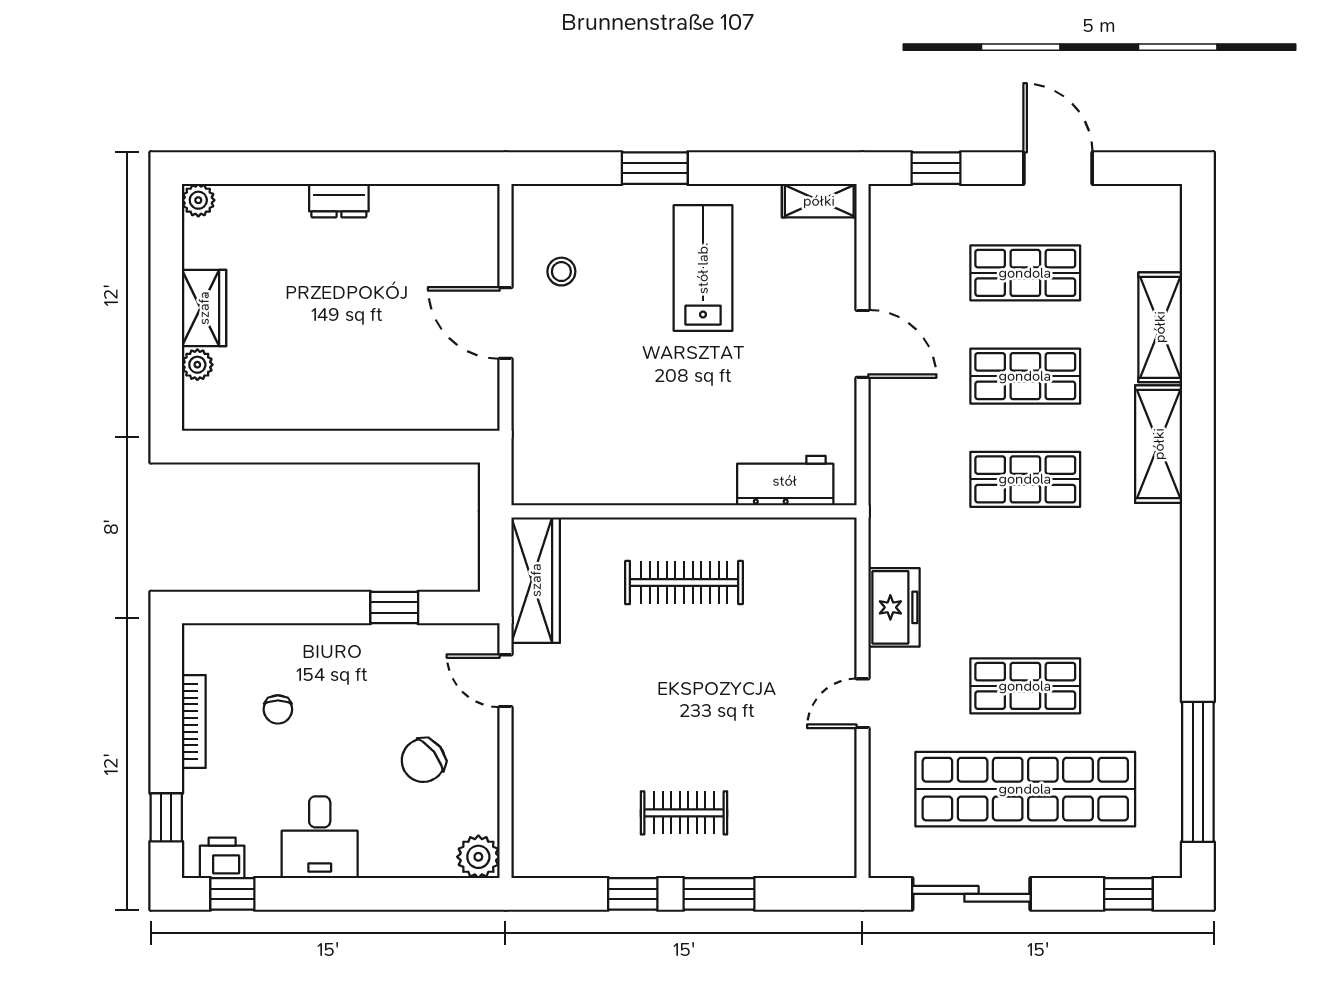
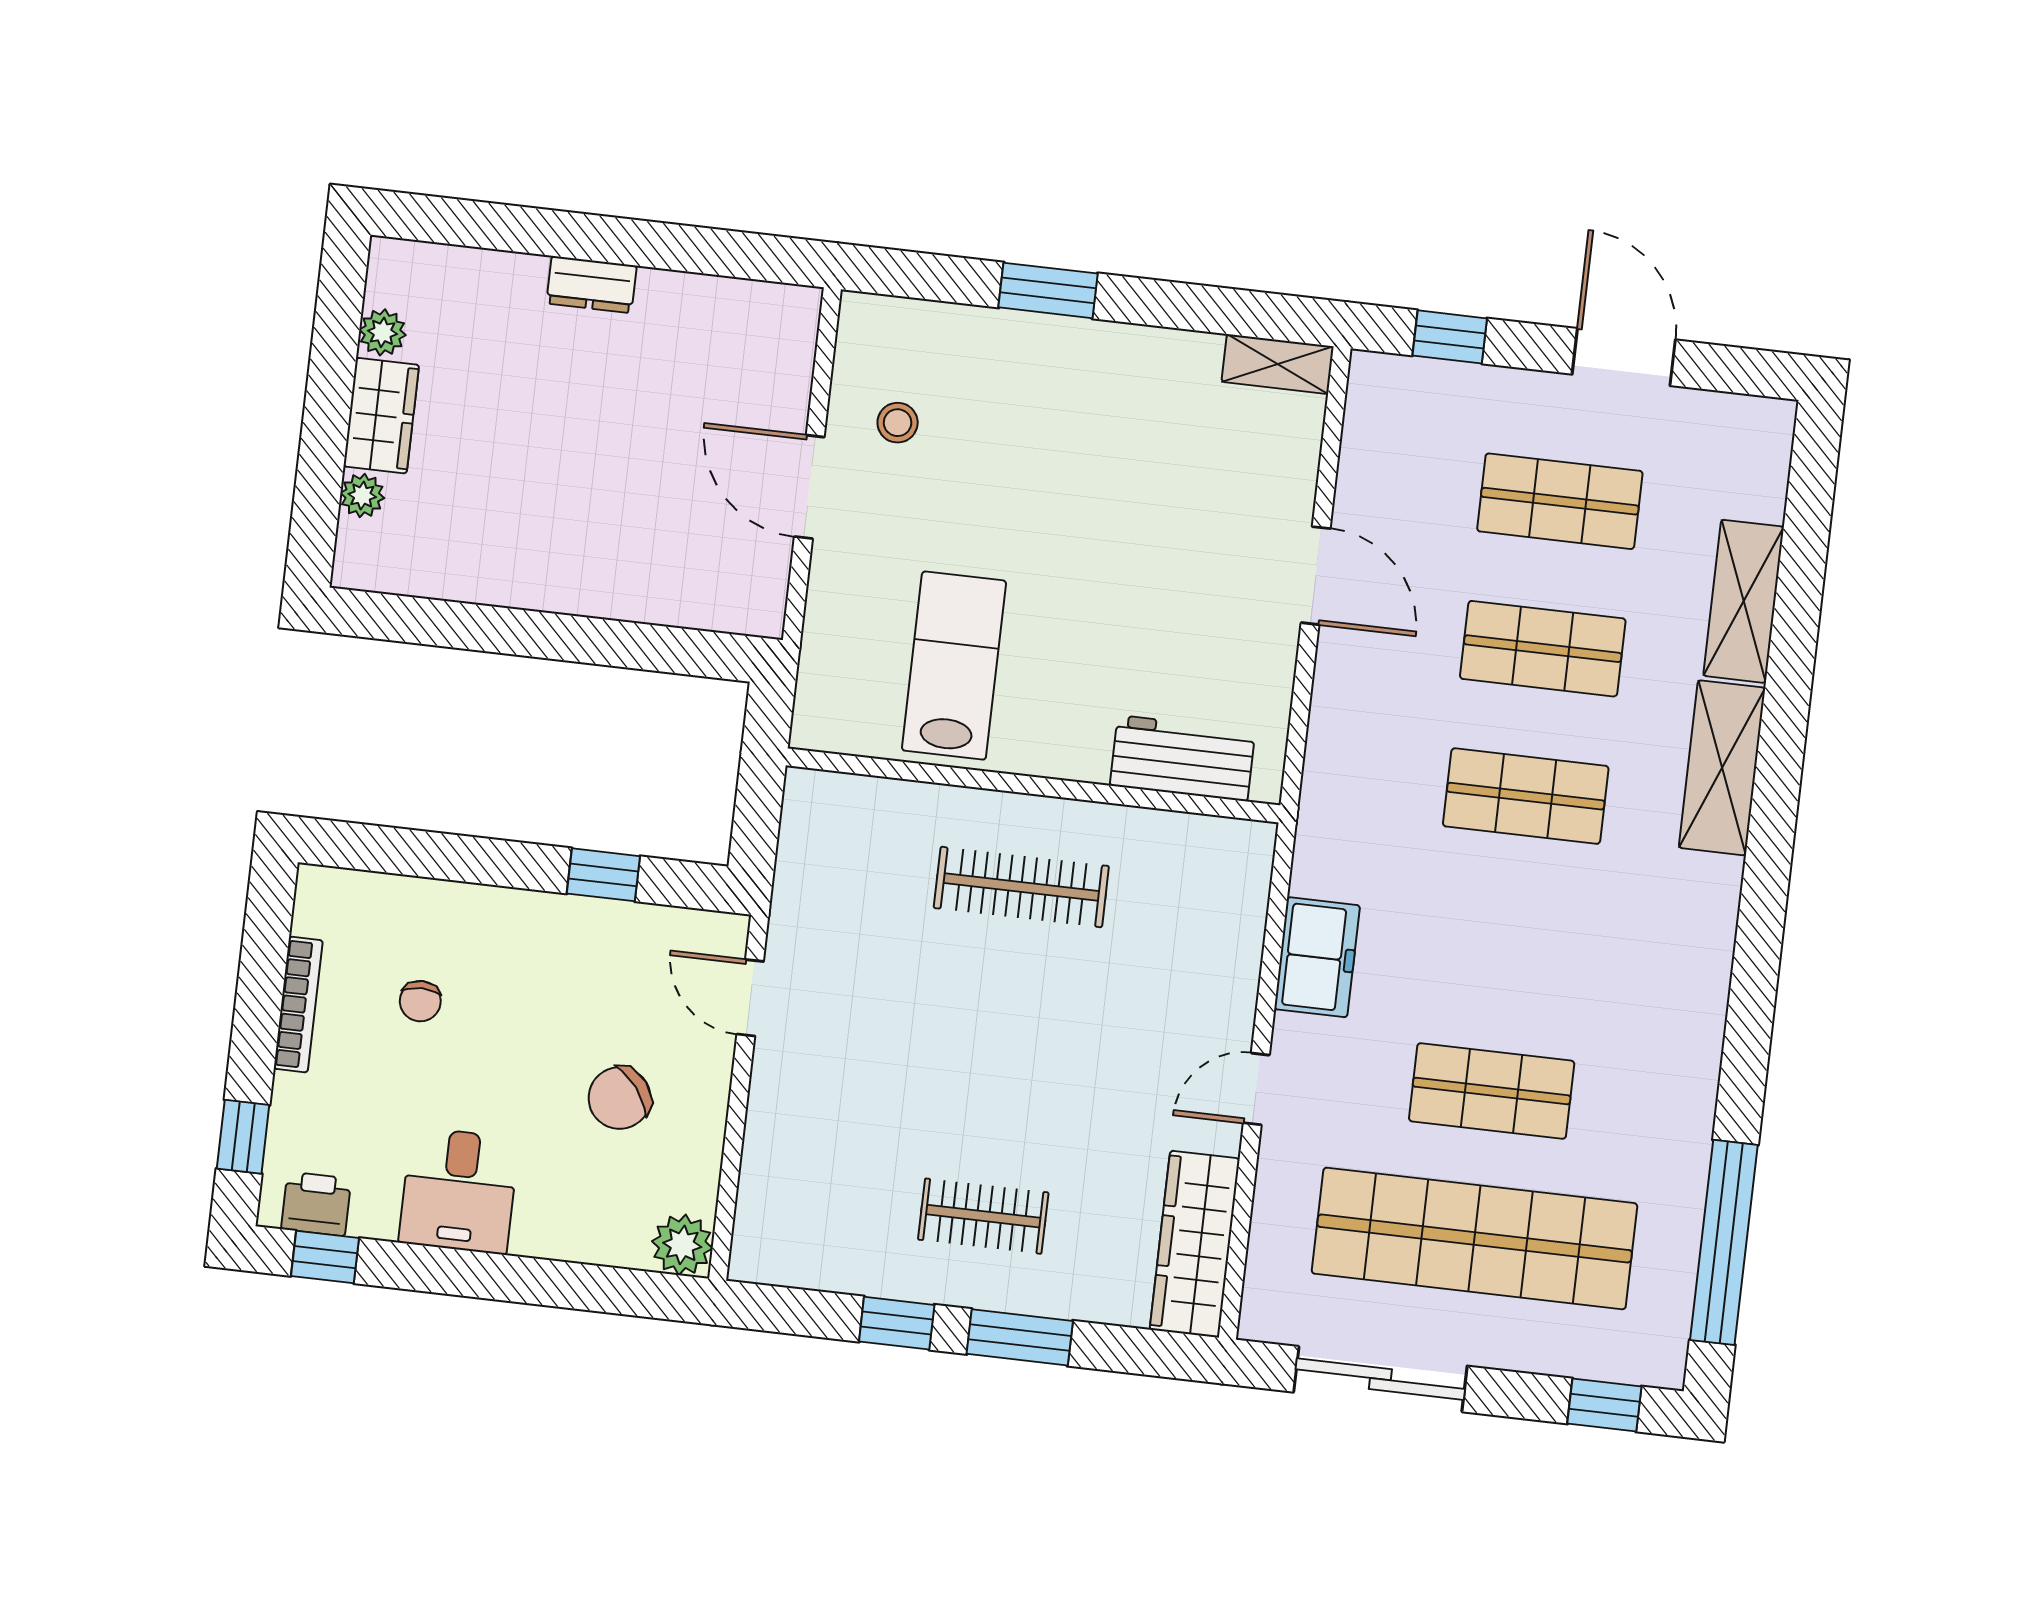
plant: (198, 200) -> (382, 332), moved
lab bench: (703, 268) -> (954, 666), moved
wardrobe: (536, 580) -> (1195, 1244), moved, turned 180

